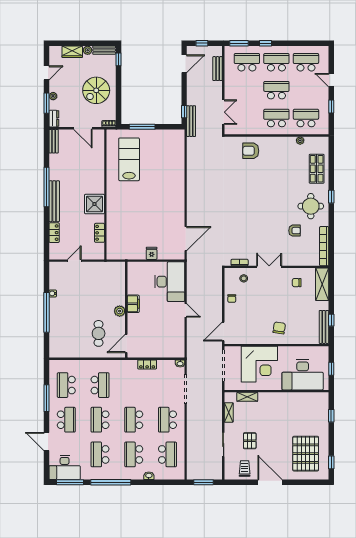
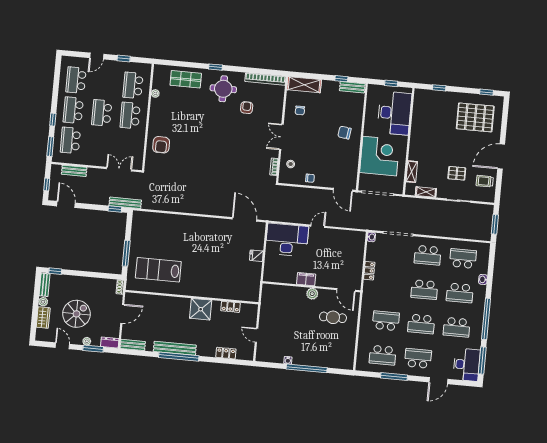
spiral stairs: (96, 90) -> (76, 314), moved, turned -90
bench: (54, 201) -> (175, 348), moved
bench: (324, 327) -> (352, 87), width x0.73

